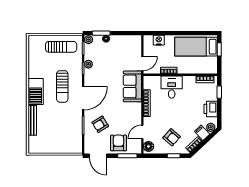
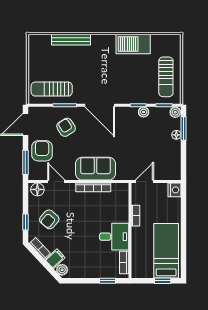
nightstand: (159, 40) -> (174, 190), moved
door: (142, 63) -> (144, 182), swing flipped
sun lounger: (62, 86) -> (52, 89), moved
sofa: (132, 86) -> (95, 169), moved
desk: (172, 87) -> (114, 237), moved
barbecue: (36, 91) -> (133, 44), moved
printer: (211, 109) -> (86, 270), removed
armchair: (118, 143) -> (42, 151), turned -90

